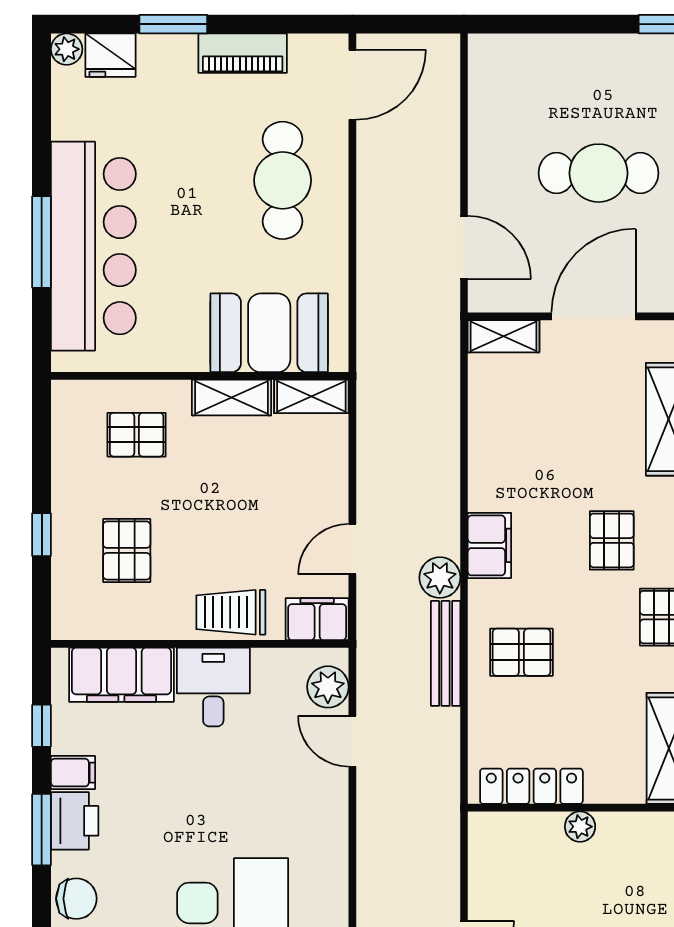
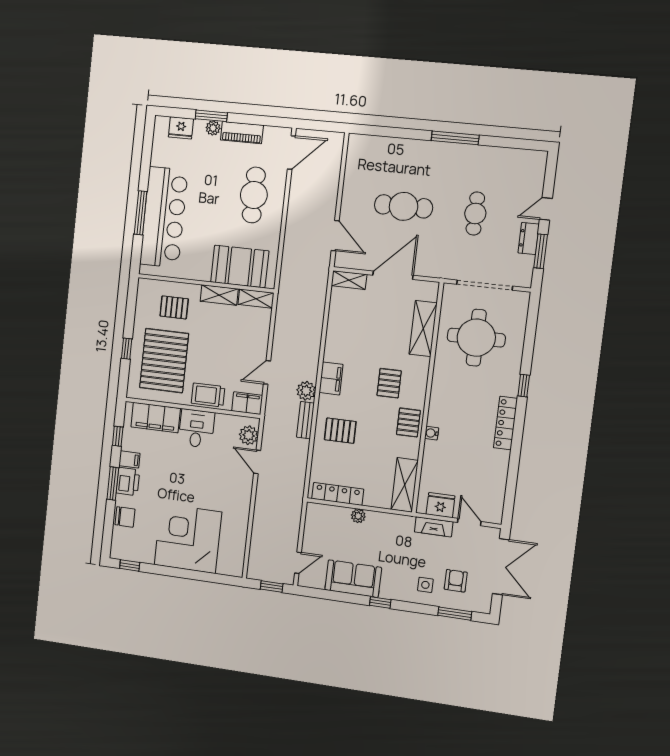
plant: (67, 49) -> (213, 128), moved
pallet: (127, 550) -> (164, 361), width x2.05, depth x2.00
bench: (446, 653) -> (305, 420), width x0.73

